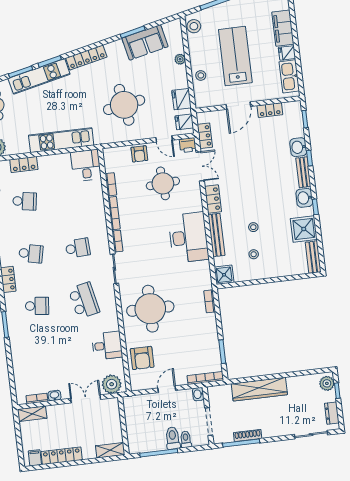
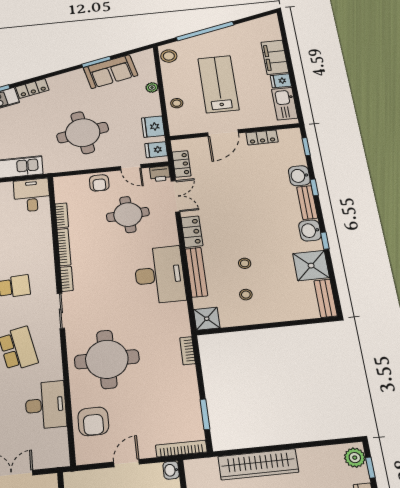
locker: (86, 58) -> (32, 89), width x0.66
desk: (107, 346) -> (46, 405), width x1.37
plant: (112, 384) -> (49, 455), removed

